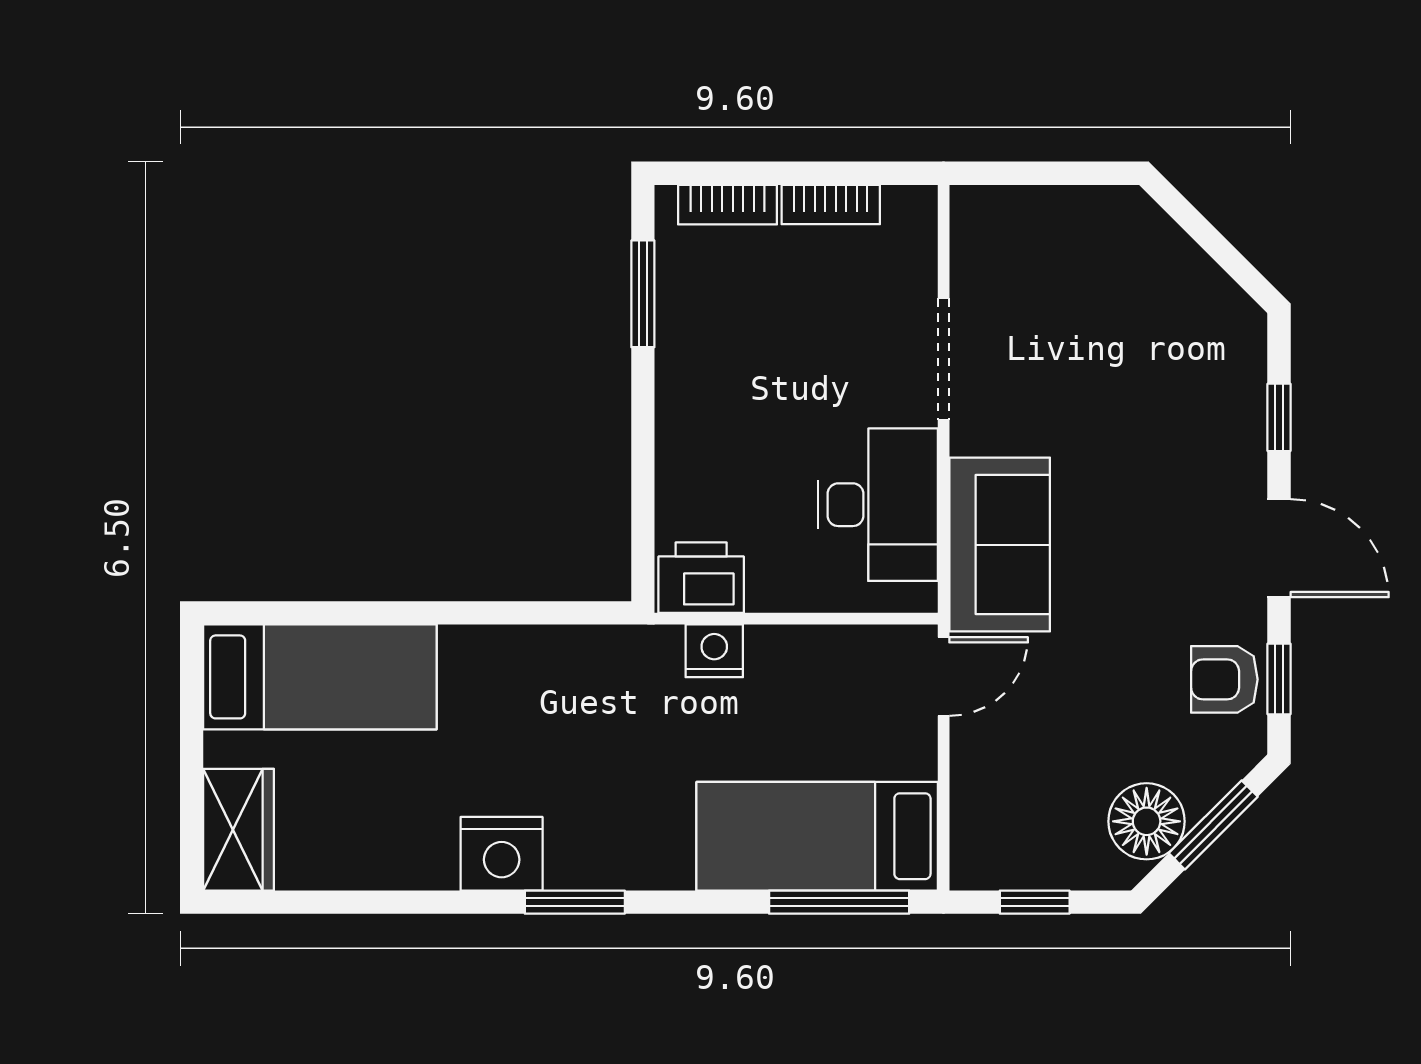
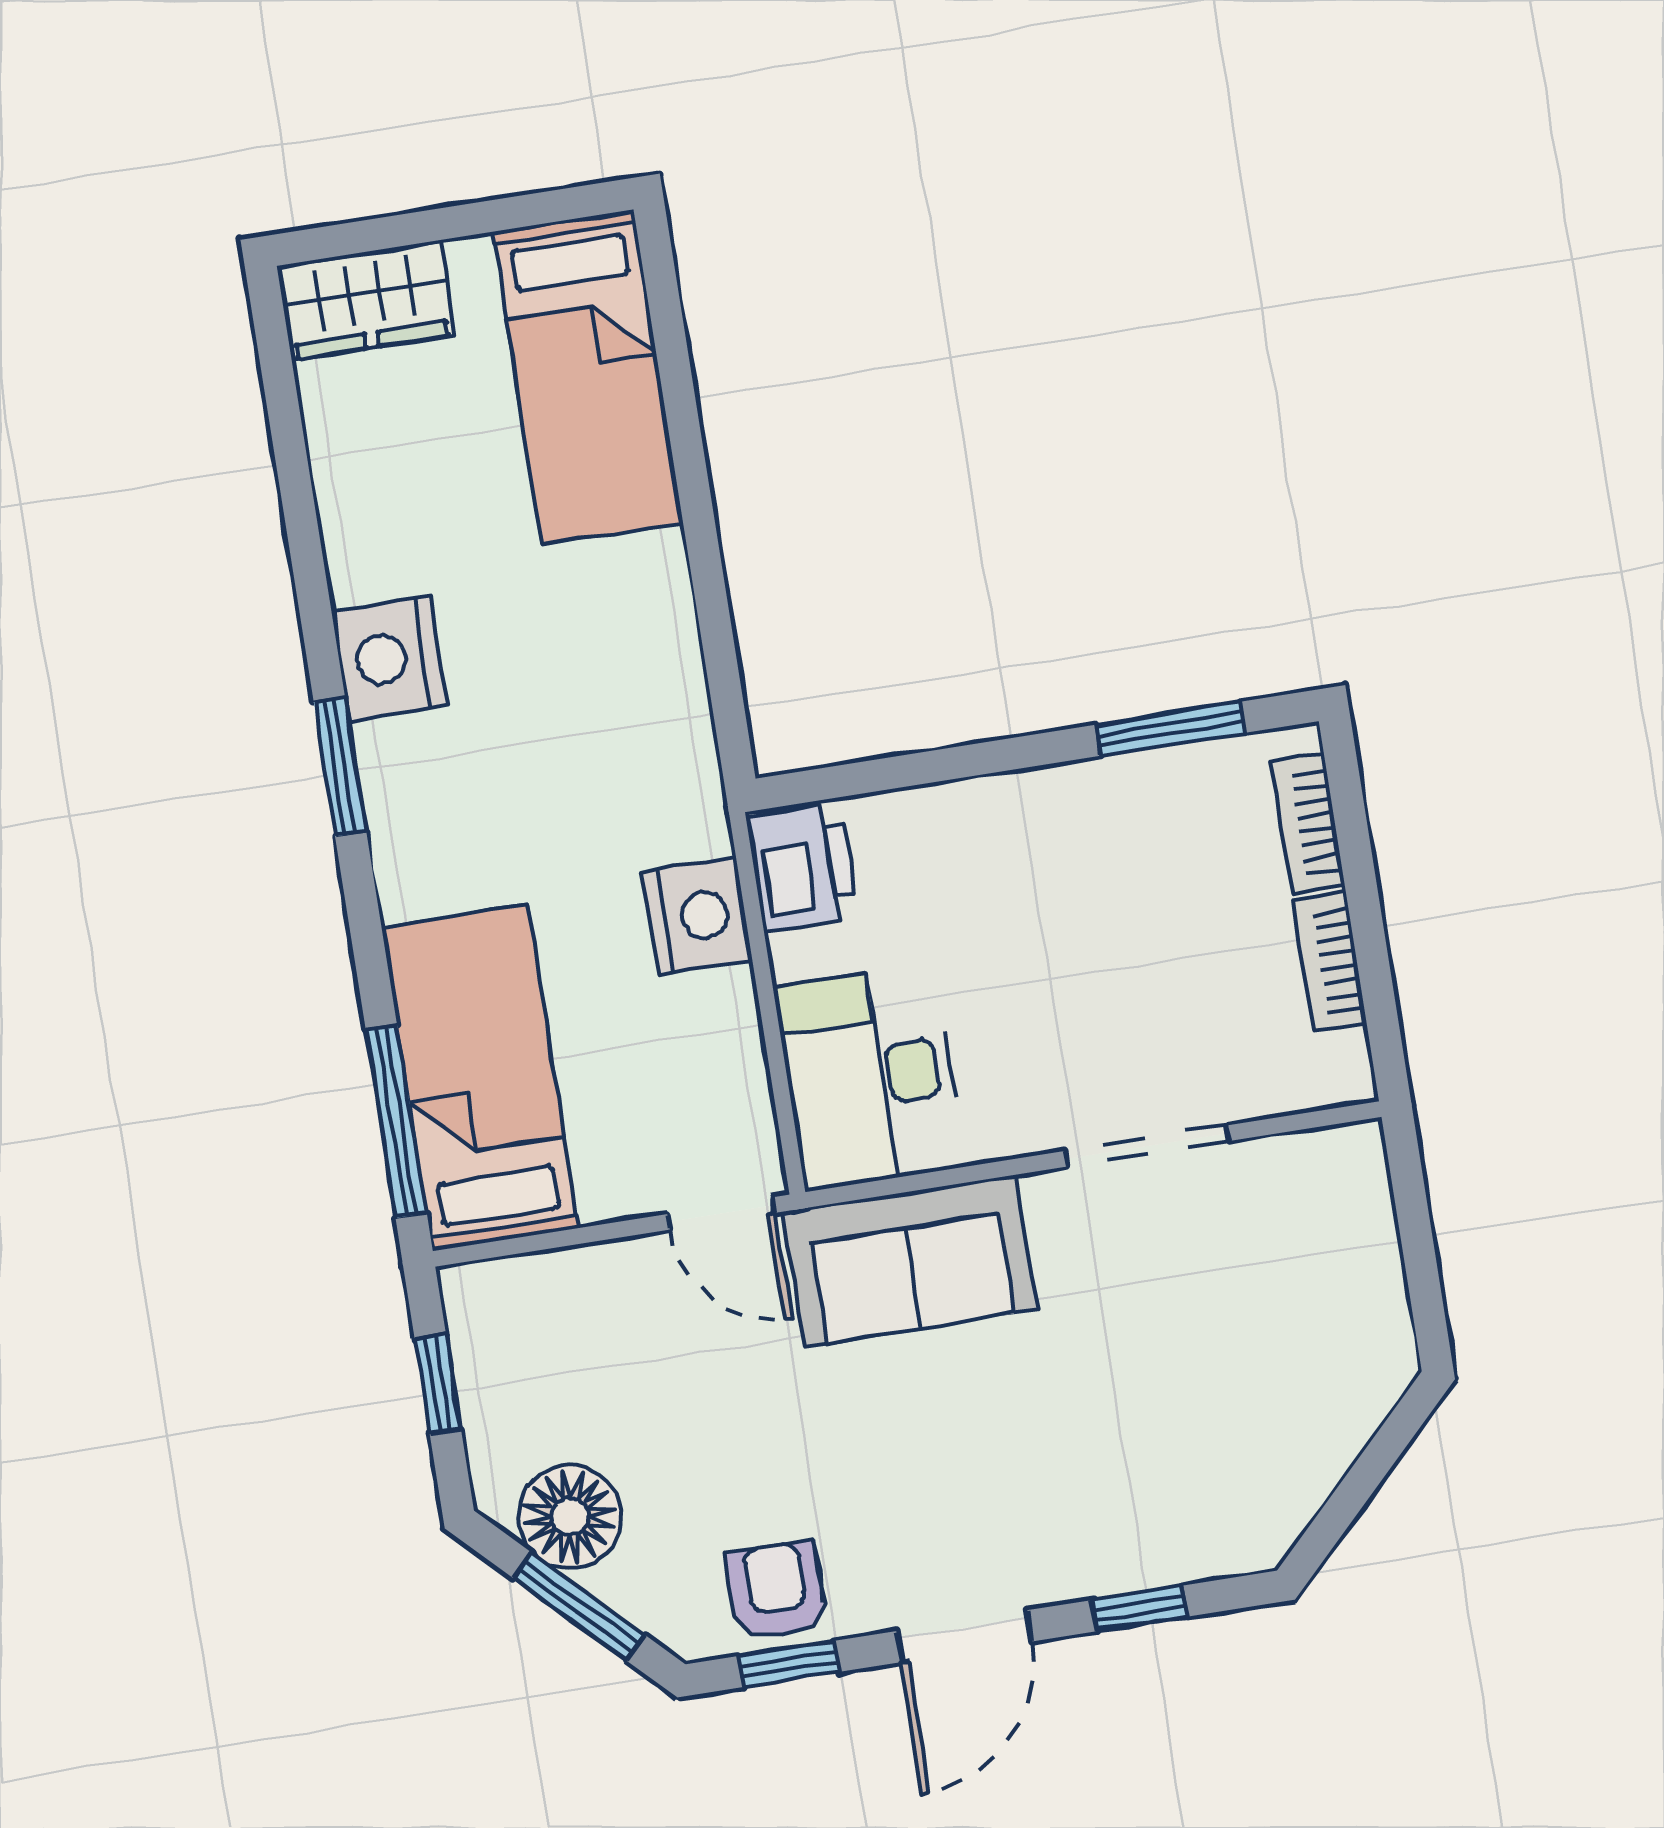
desk: (878, 505) -> (869, 1077), moved, turned 90
nightstand: (714, 651) -> (697, 916), width x1.36, depth x1.33

